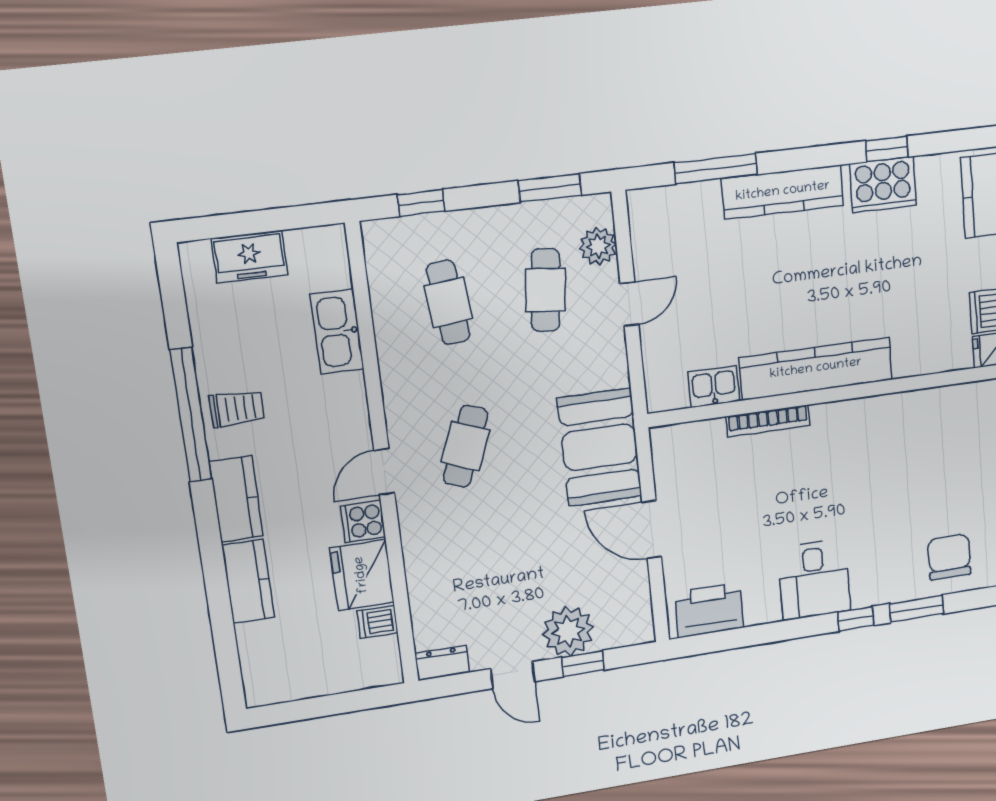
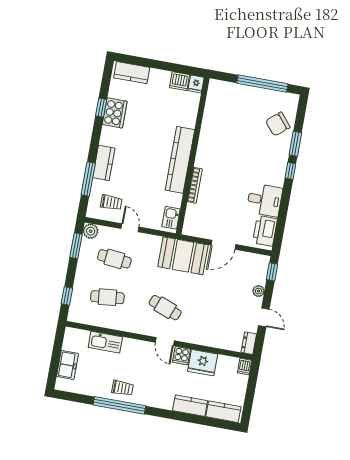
kitchen counter: (783, 192) -> (104, 163), width x0.67
trolley: (676, 241) -> (111, 202), added
plant: (598, 246) -> (91, 231), moved
kitchen sink: (714, 387) -> (171, 218), moved
trolley: (237, 408) -> (122, 388), turned 90
kitchen counter: (236, 499) -> (223, 412), moved
chair: (949, 557) -> (278, 124), turned -40
desk: (814, 579) -> (264, 200), moved
dishwasher: (377, 622) -> (245, 367), moved
plant: (568, 631) -> (258, 291), width x0.53, depth x0.53
window: (583, 664) -> (272, 272), moved
door: (513, 675) -> (264, 317), hinge flipped

